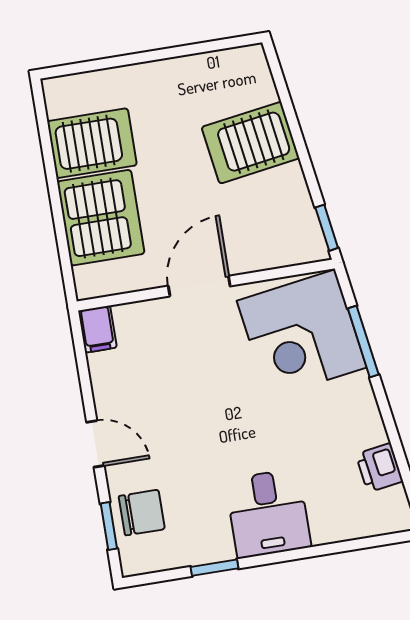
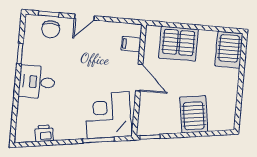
server rack: (92, 143) -> (229, 50), moved
filing cabinet: (98, 329) -> (131, 44), moved

